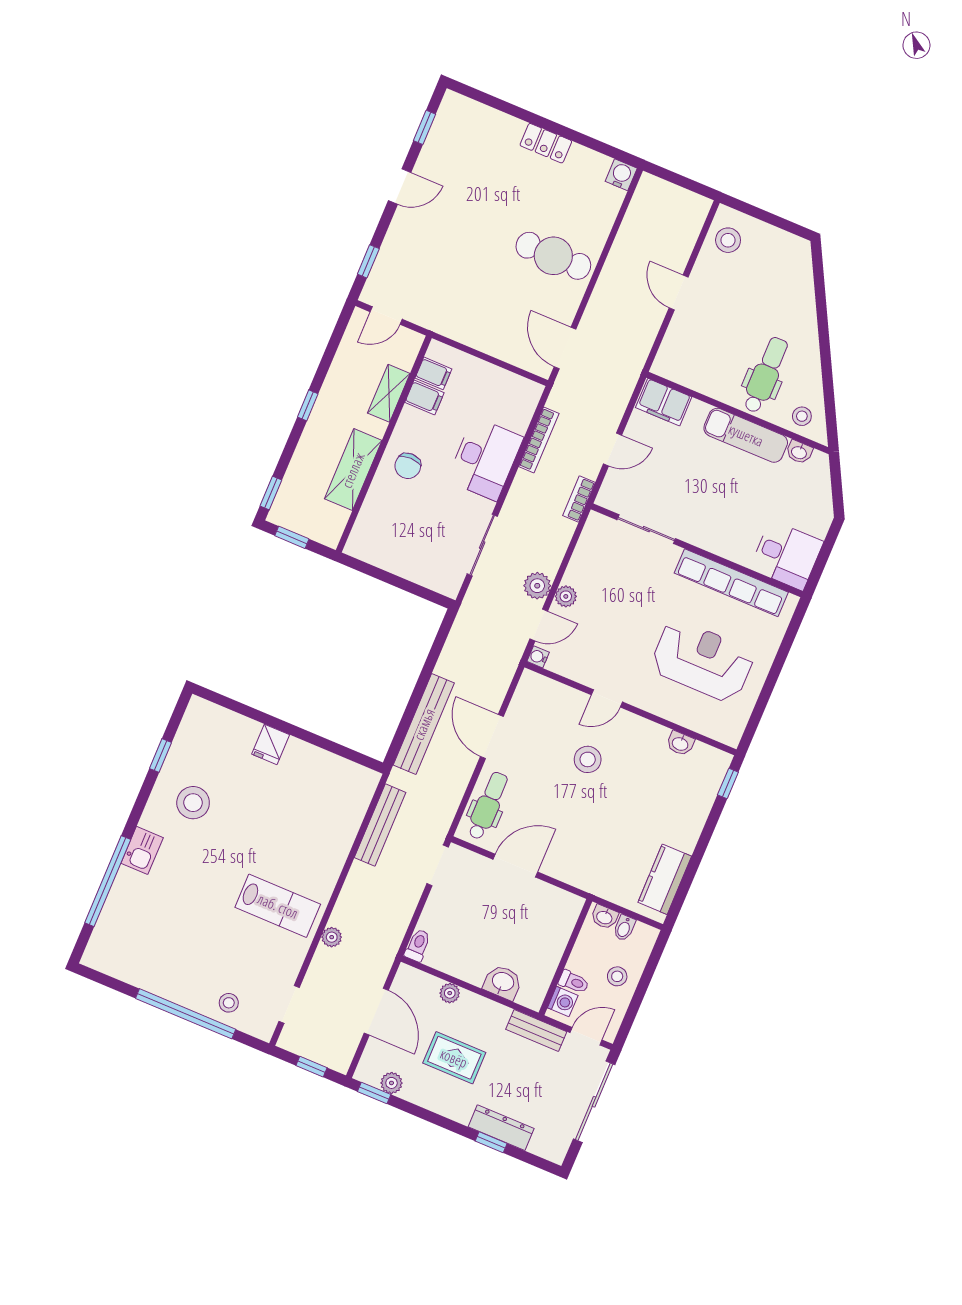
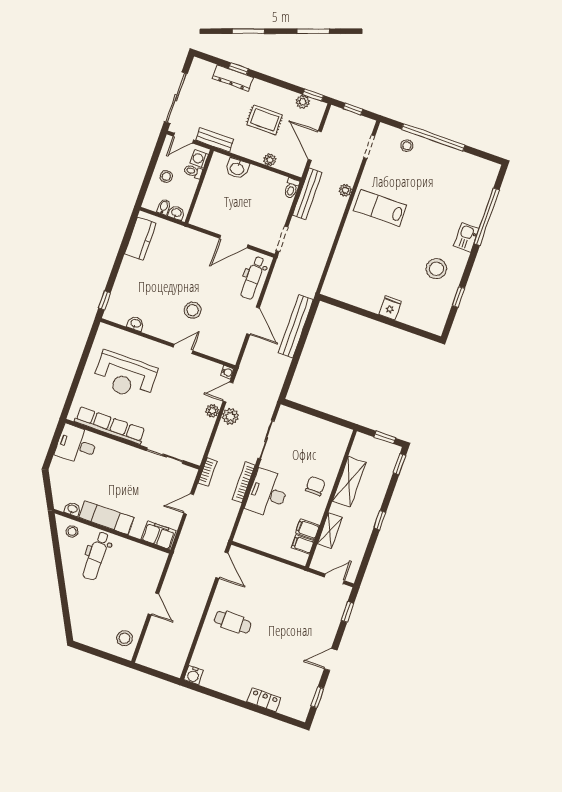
locker: (546, 143) -> (264, 700), moved
cafe table: (553, 256) -> (233, 622), width x0.73, depth x0.74
bookcase: (539, 440) -> (244, 482), moved
bench: (380, 825) -> (307, 194), moved

